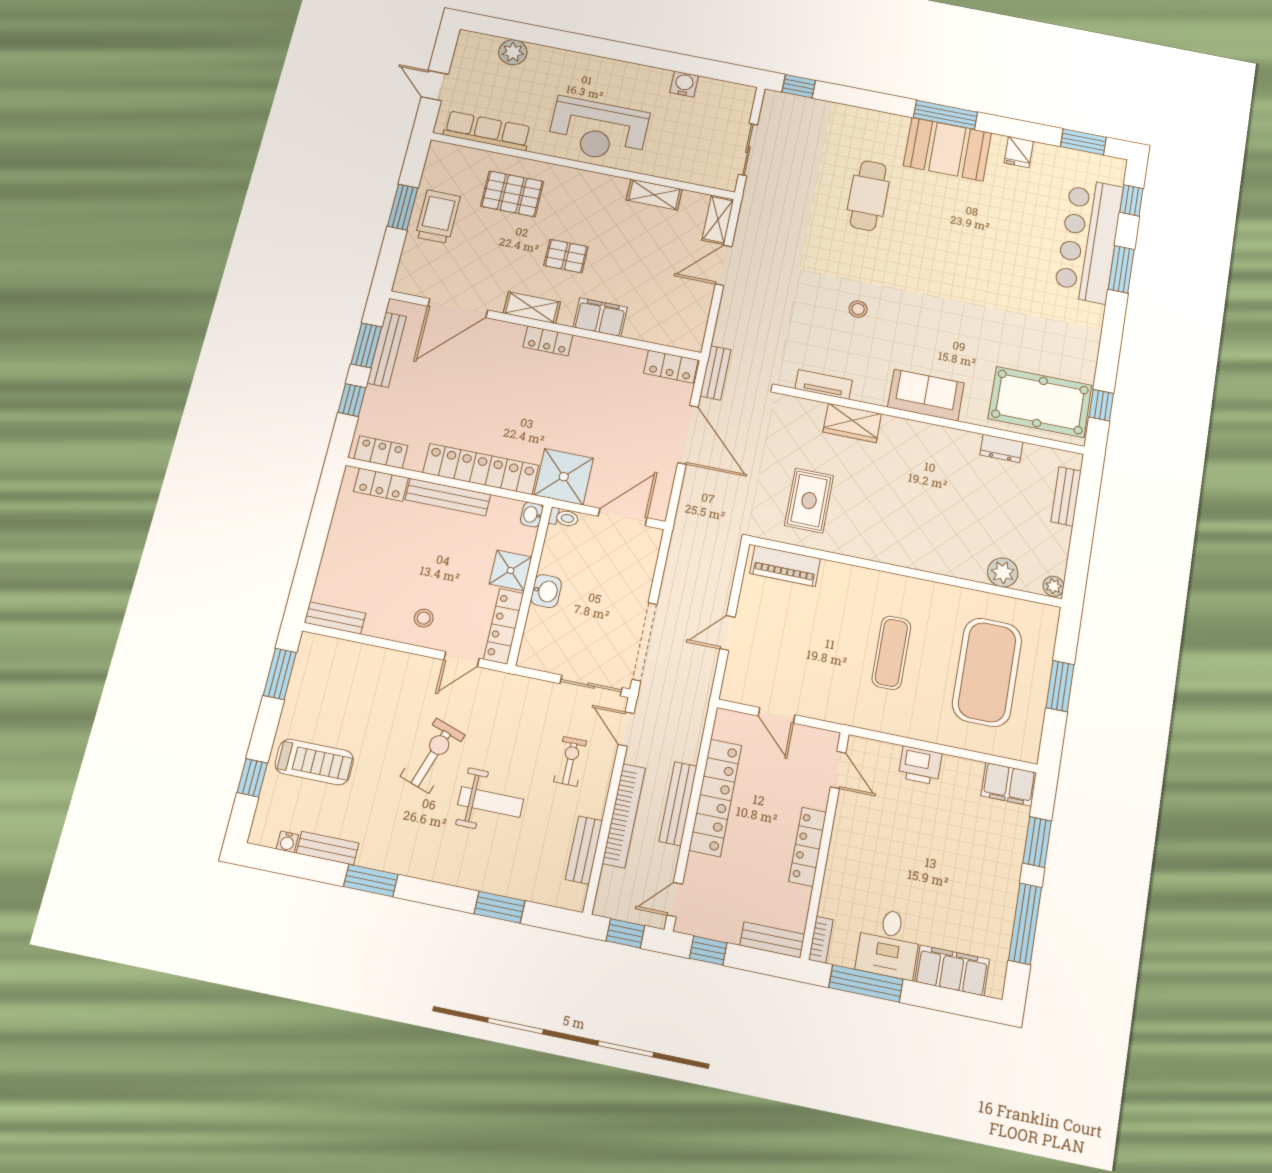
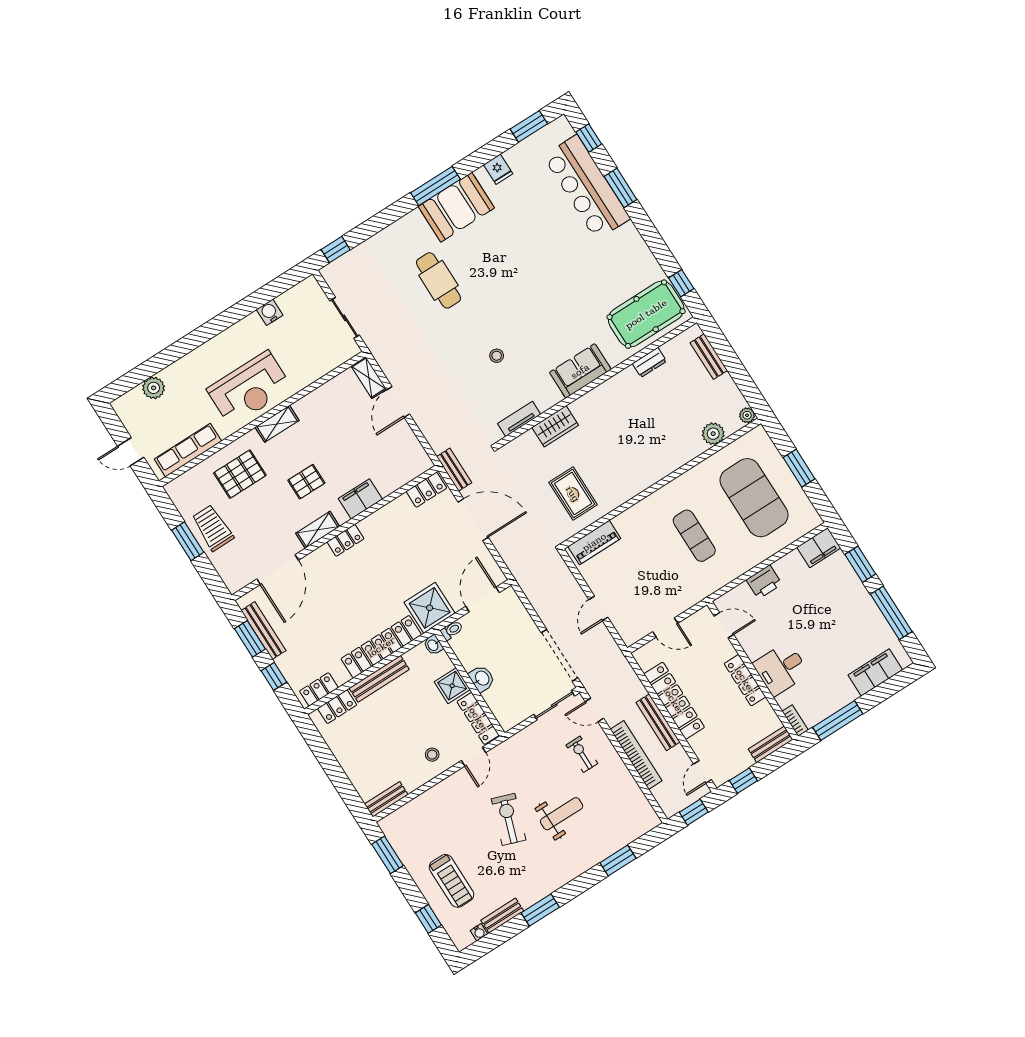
shelving: (654, 195) -> (277, 424), moved
treadmill: (314, 762) -> (452, 881), turned 90
bench: (584, 850) -> (633, 792), removed
desk: (889, 943) -> (781, 669), moved, turned 90

